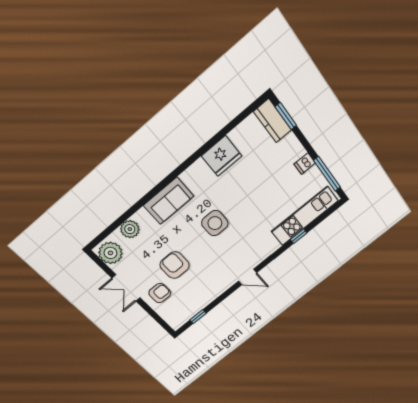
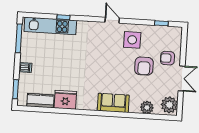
kitchen counter: (273, 121) -> (40, 101), moved, turned -90
dishwasher: (305, 164) -> (25, 68), moved
side table: (215, 223) -> (132, 40), moved

